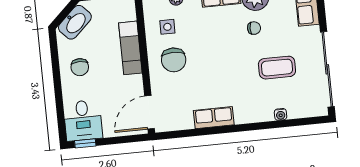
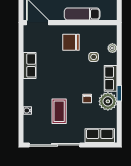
side table: (167, 27) -> (94, 57), moved

